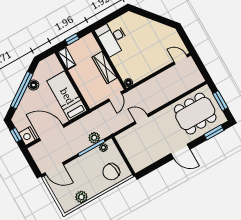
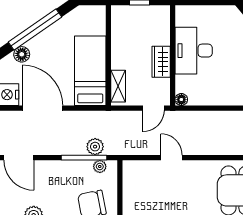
desk: (112, 38) -> (194, 51), moved
shelving: (67, 58) -> (118, 86), moved
wardrobe: (105, 67) -> (161, 62), width x0.67
floor lamp: (34, 85) -> (22, 54), moved

